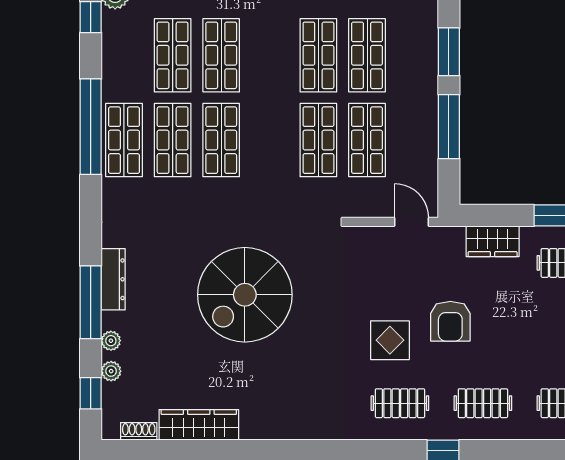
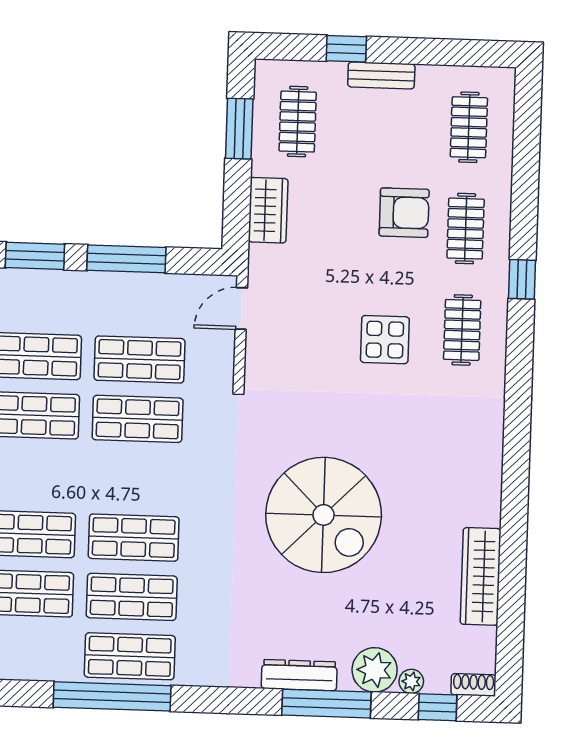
armchair: (450, 321) -> (404, 213), moved
plant: (111, 341) -> (375, 670), width x1.88, depth x1.88
shoe rack: (139, 431) -> (473, 685), moved, turned 90

